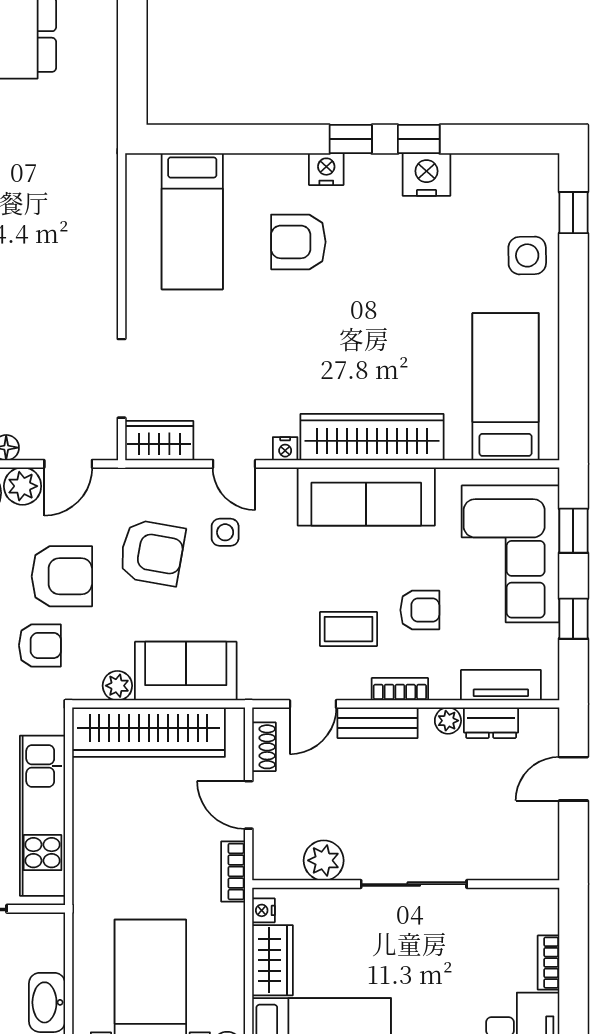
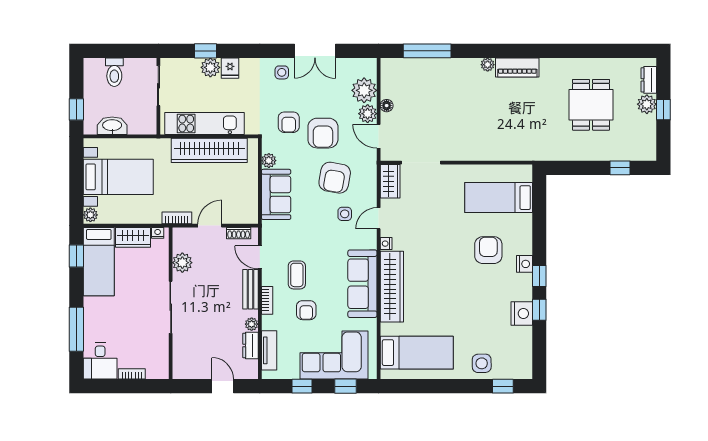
wardrobe: (149, 732) -> (209, 150), moved, turned -90

